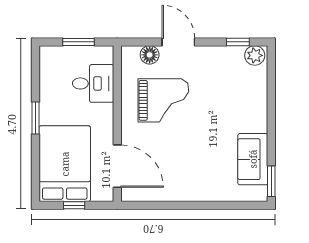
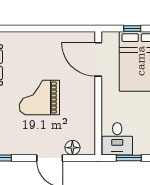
desk: (93, 83) -> (117, 139), moved, turned -90
grand piano: (163, 100) -> (39, 98), moved

